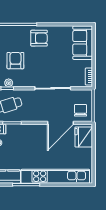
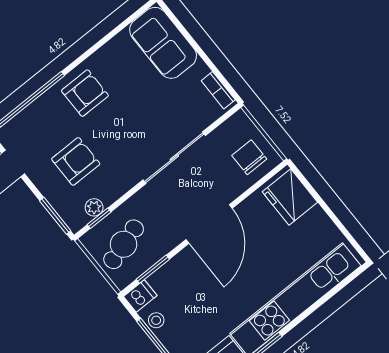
armchair: (15, 61) -> (76, 161), turned 90
door: (61, 123) -> (209, 224), moved

